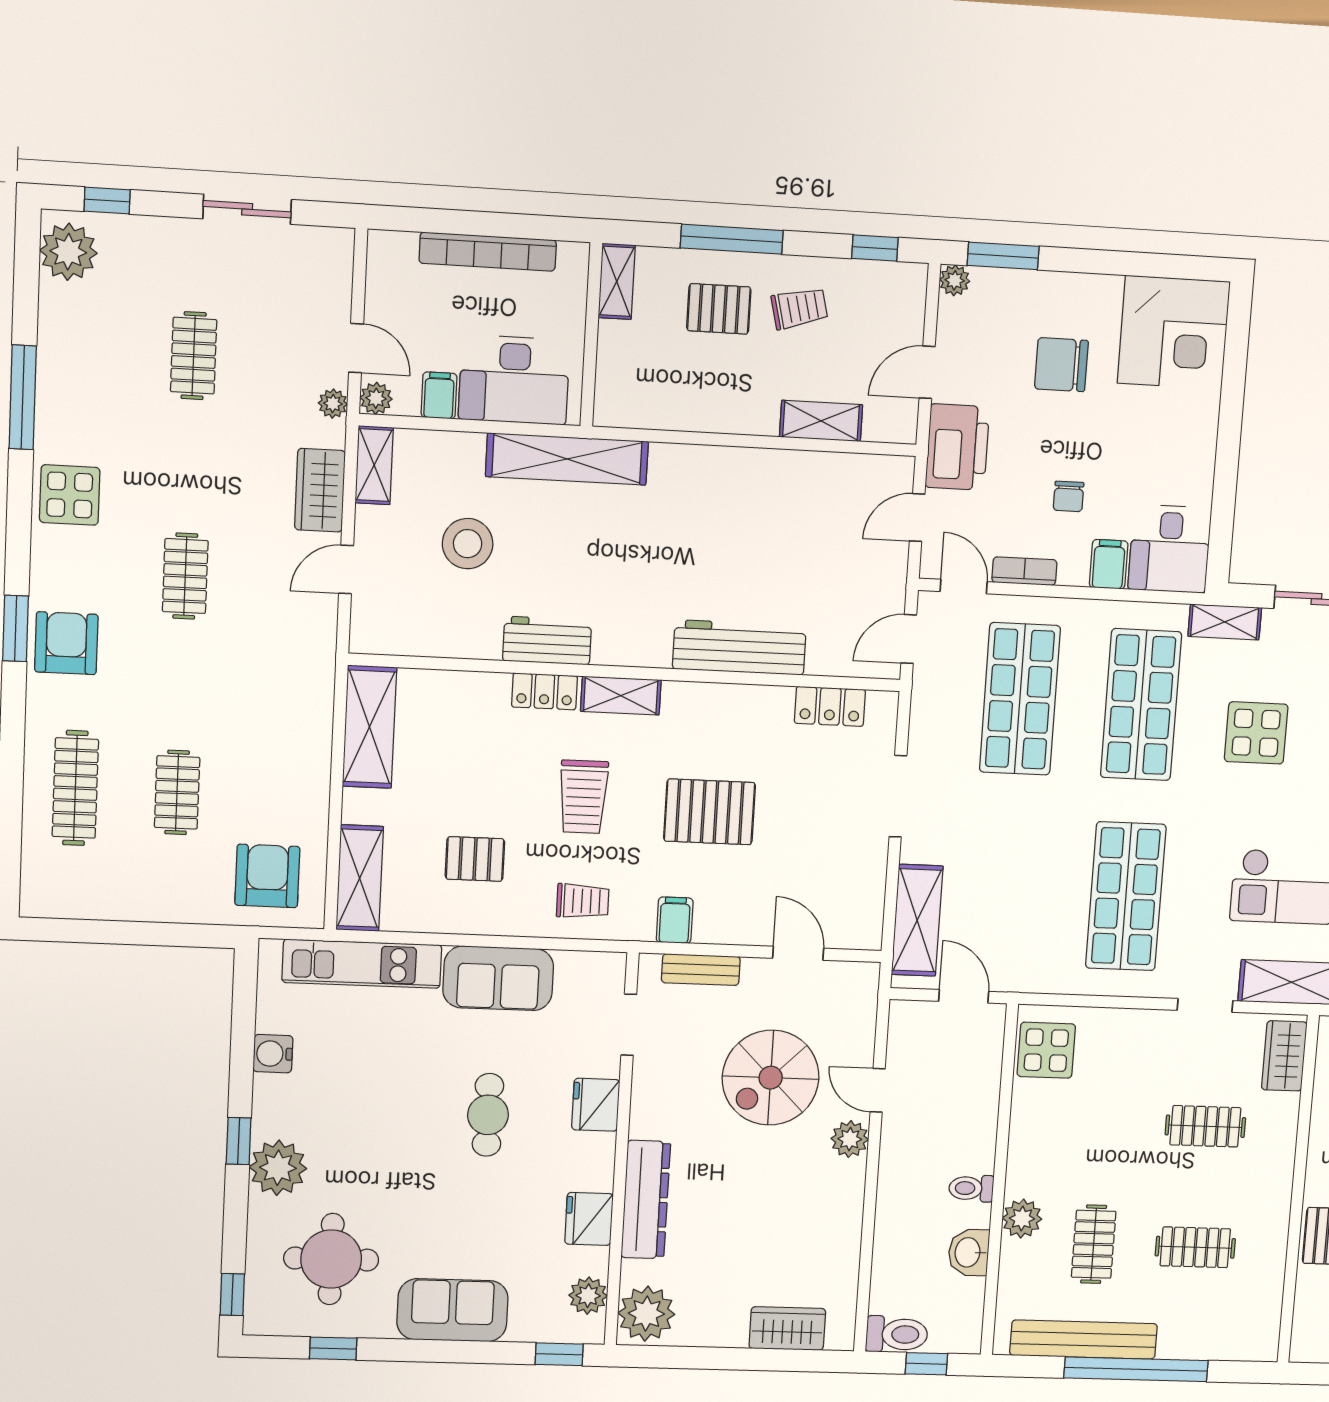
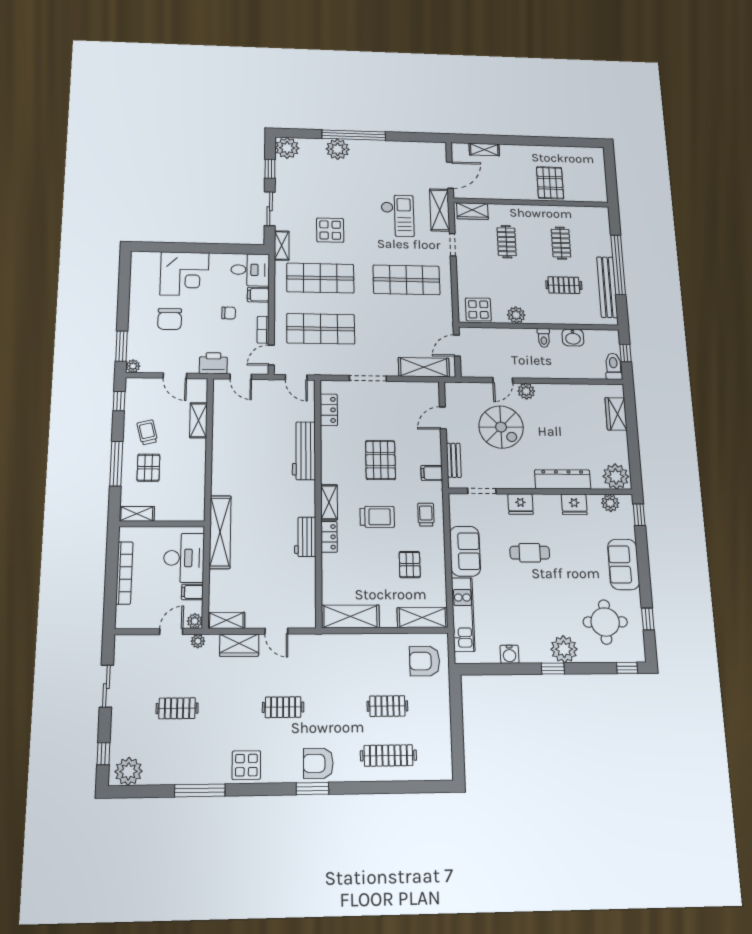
corner desk: (1174, 332) -> (184, 274), moved, turned 90
printer: (957, 447) -> (213, 363), width x0.73, depth x0.84
stool: (468, 544) -> (262, 575), removed
plant: (1022, 1219) -> (516, 315), moved

